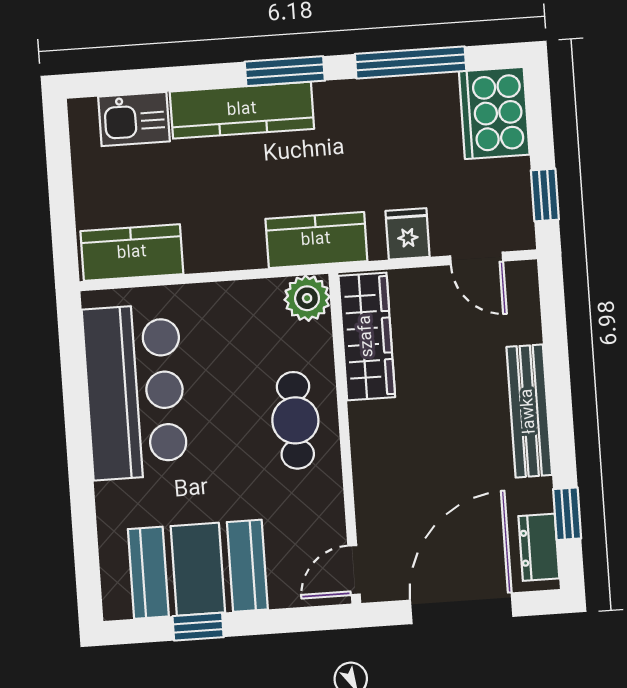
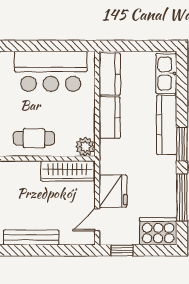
kitchen sink: (134, 119) -> (166, 73), width x1.38
fridge: (408, 234) -> (113, 191), width x1.88, depth x1.34
kitchen counter: (316, 240) -> (110, 118), moved

